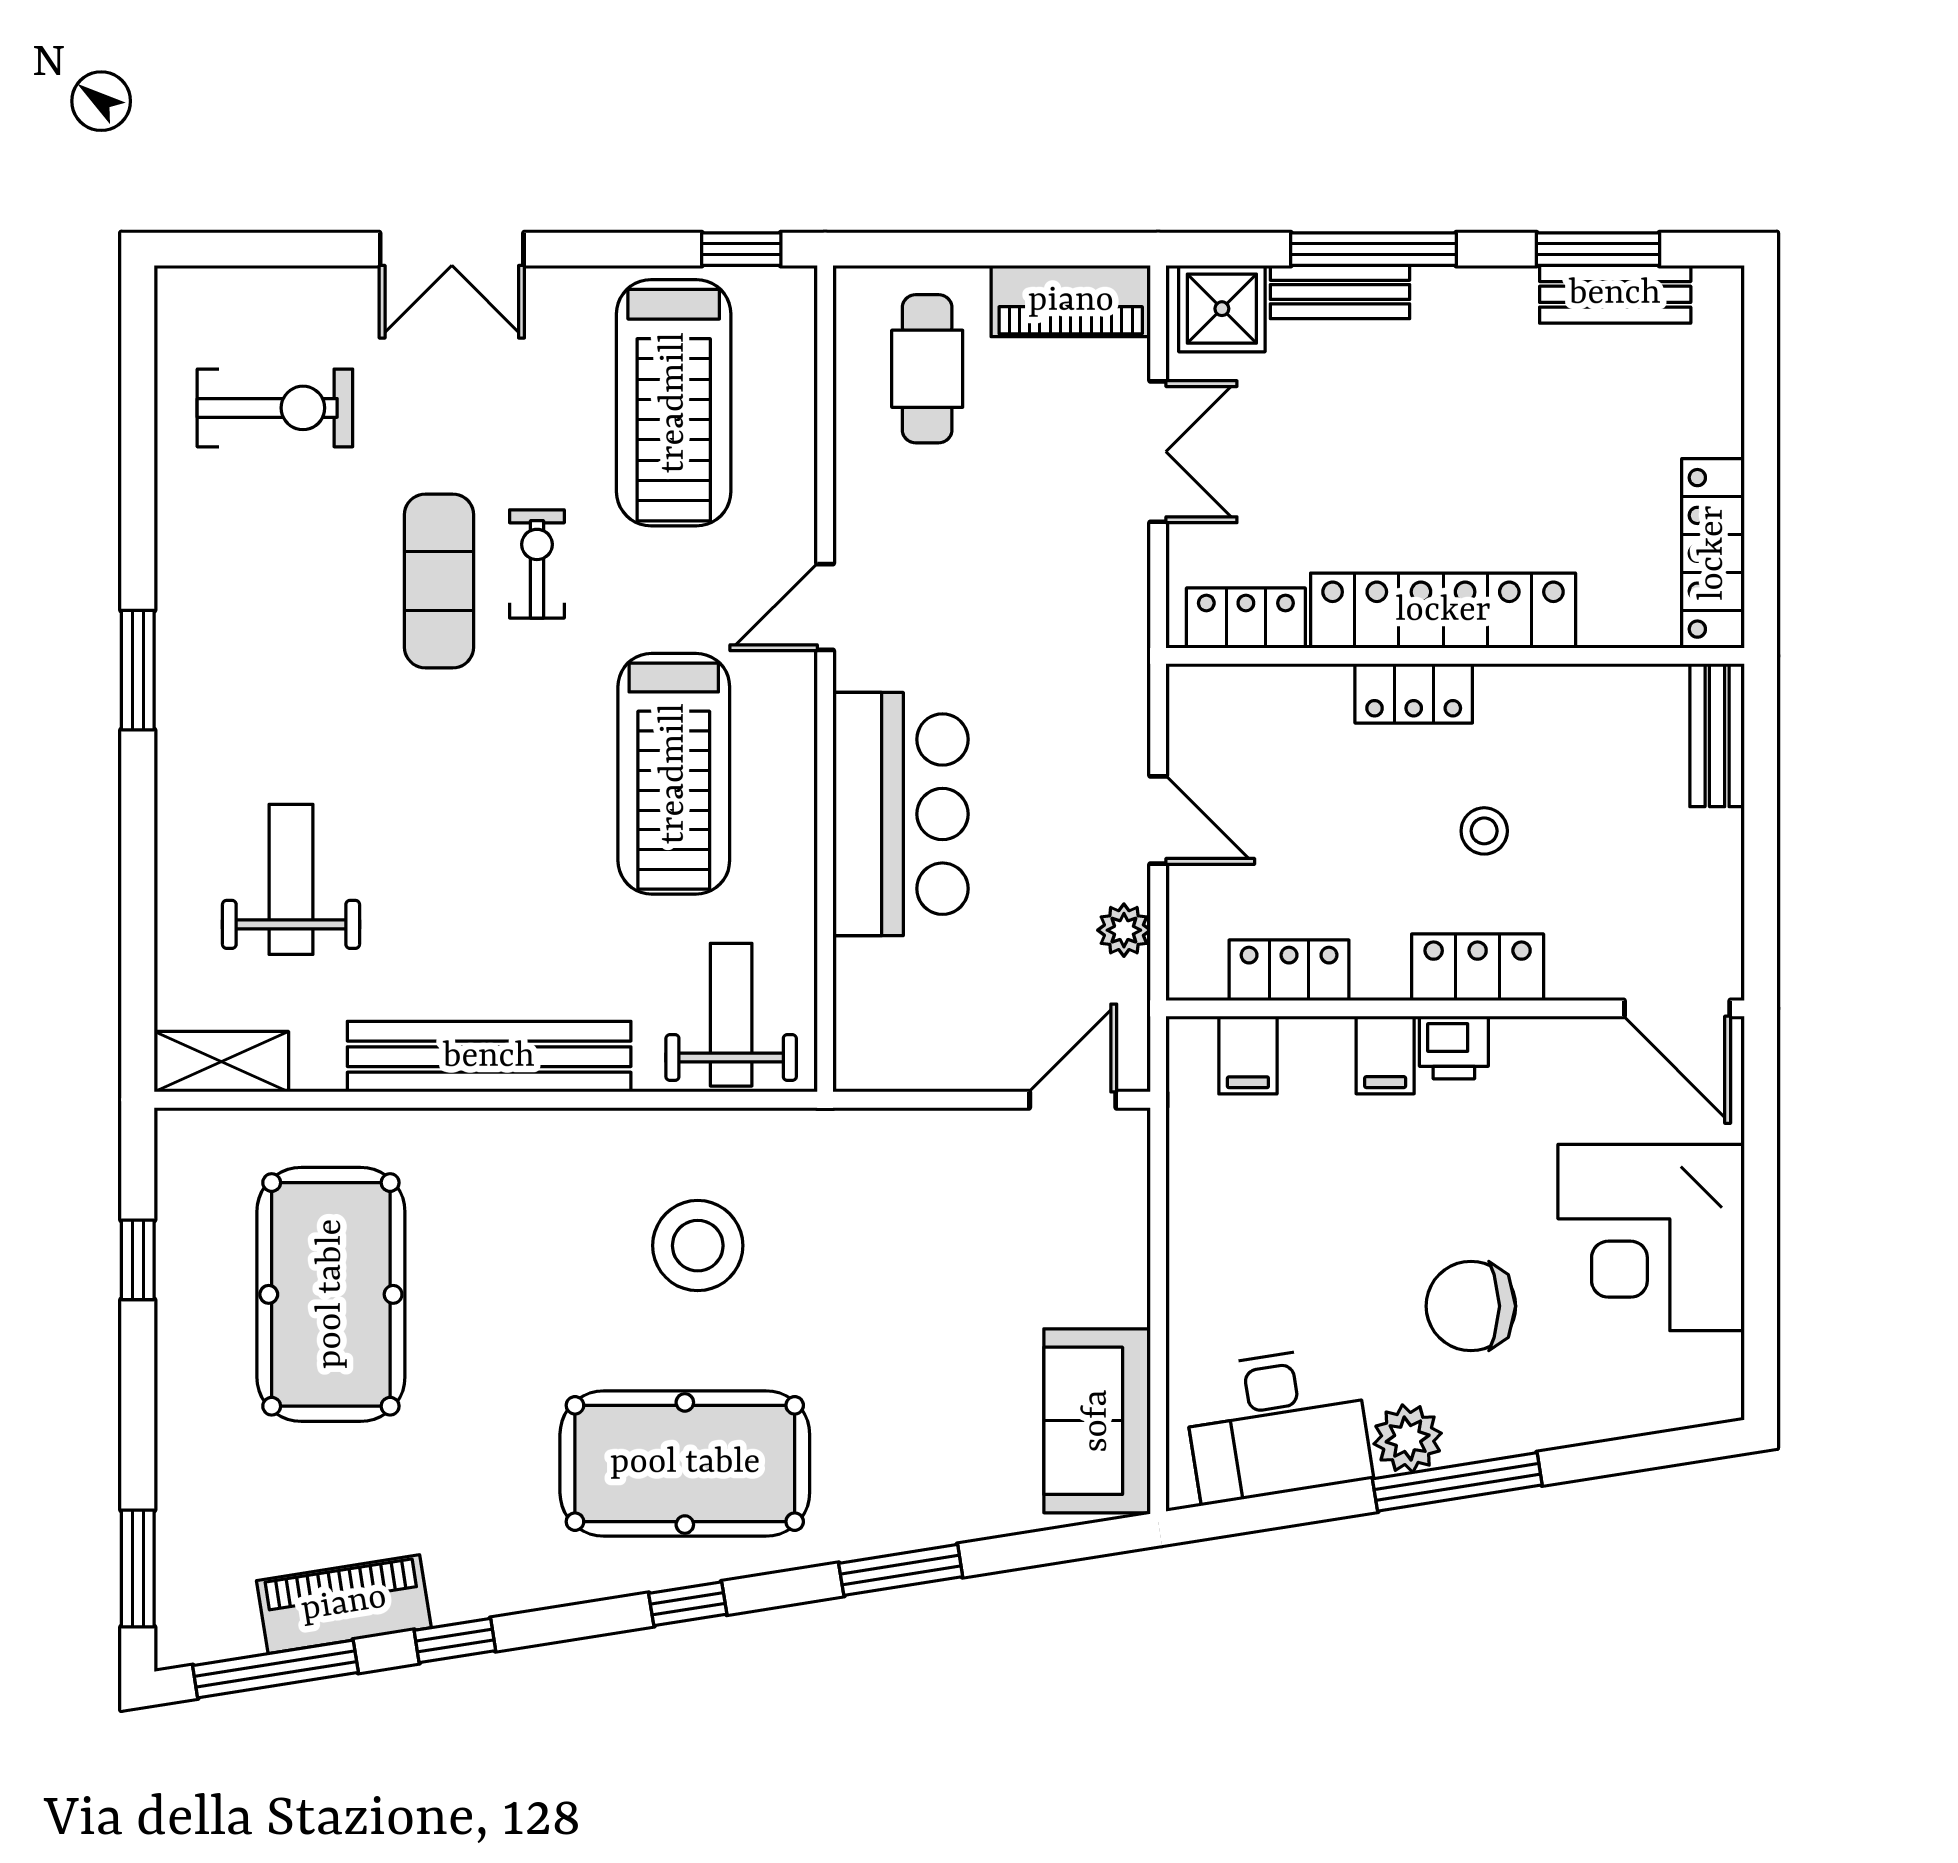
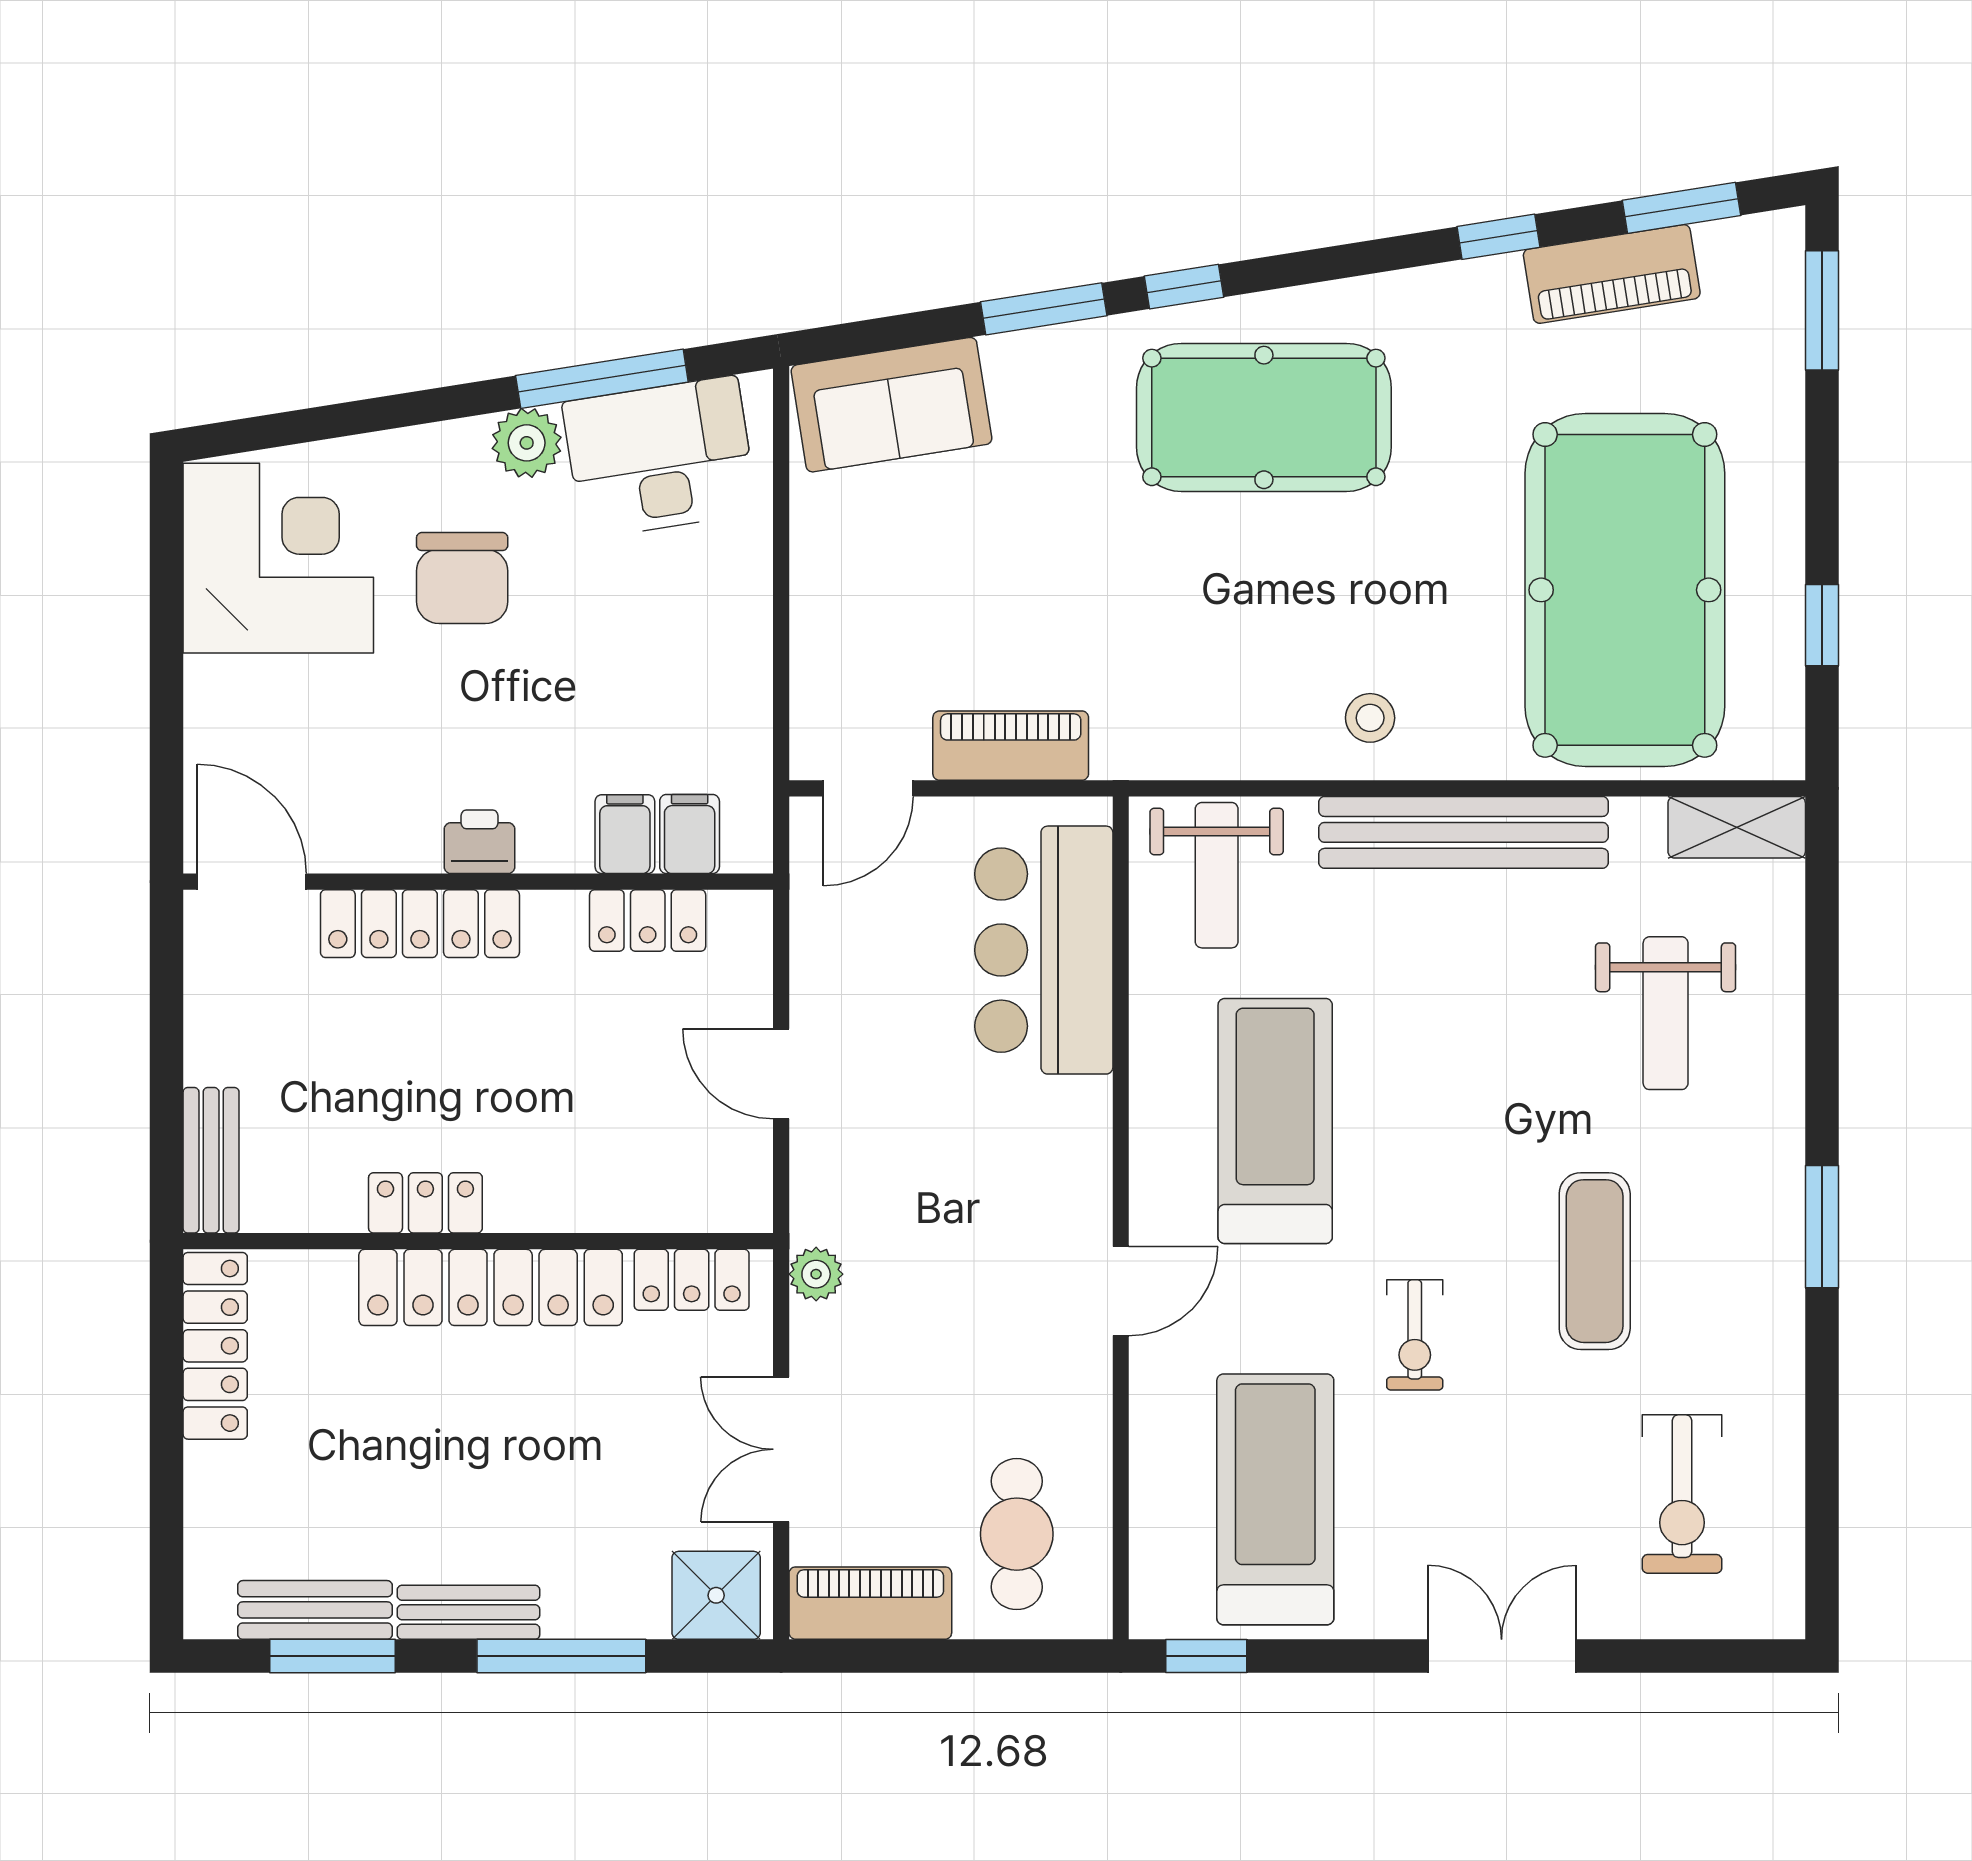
bench: (1340, 292) -> (468, 1612), moved
exercise bike: (275, 408) -> (1682, 1494), turned -90
exercise mat: (439, 581) -> (1595, 1261), moved
locker: (1414, 693) -> (425, 1203), moved
bar counter: (901, 814) -> (1044, 950), moved
stool: (1484, 831) -> (449, 1063), removed
plant: (1124, 930) -> (816, 1274), moved
locker: (1478, 967) -> (420, 924), width x1.53
filing cabinet: (1385, 1055) -> (625, 834), moved
piano: (933, 1142) -> (1011, 746), added
corner desk: (1651, 1237) -> (278, 558), moved
stool: (698, 1246) -> (1370, 718), moved, width x0.53, depth x0.53
pool table: (331, 1294) -> (1625, 590), width x1.36, depth x1.32
chair: (1471, 1306) -> (462, 578), turned 90
sofa: (1097, 1421) -> (891, 405), moved, turned 81
window: (1457, 1482) -> (602, 379), moved
window: (688, 1604) -> (1184, 287), moved
window: (275, 1669) -> (1681, 208), width x0.69

